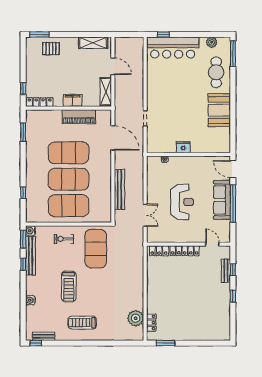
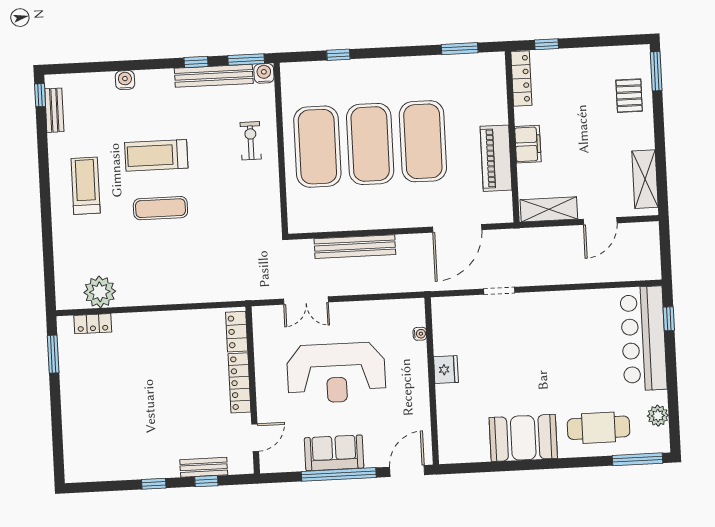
sofa: (222, 200) -> (334, 453), width x0.73
reception desk: (182, 202) -> (336, 373), width x1.36, depth x1.30
exercise mat: (96, 249) -> (160, 208), moved, width x0.50, depth x0.69

